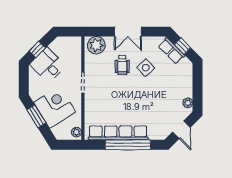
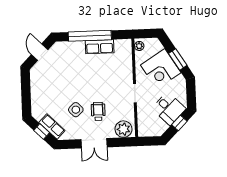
double door: (128, 32) -> (94, 143), swing flipped
plant: (188, 103) -> (35, 78), removed
row of seats: (118, 133) -> (100, 47), width x0.50

